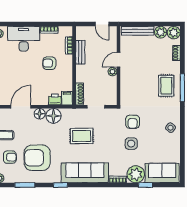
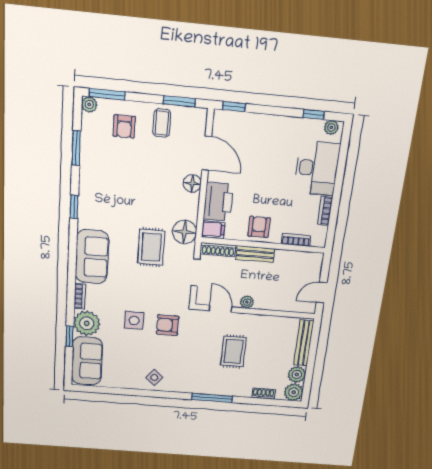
bench: (80, 52) -> (255, 254), moved
door: (119, 60) -> (221, 309), moved
armchair: (49, 63) -> (259, 227), moved
rug: (166, 86) -> (233, 351), moved, turned 90
printer: (55, 99) -> (218, 202), width x1.87, depth x1.48
floor lamp: (53, 116) -> (185, 232), moved
armchair: (37, 158) -> (121, 173), removed
sofa: (85, 173) -> (92, 257), width x0.73

